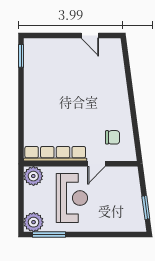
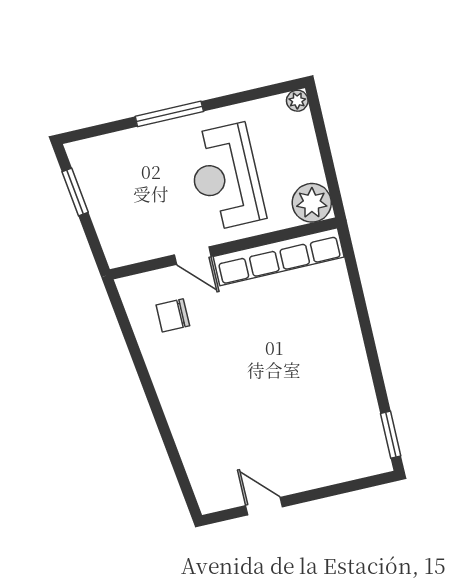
door: (96, 164) -> (193, 256), swing flipped
plant: (34, 222) -> (297, 101), width x0.53, depth x0.53
window: (49, 235) -> (169, 114), moved

